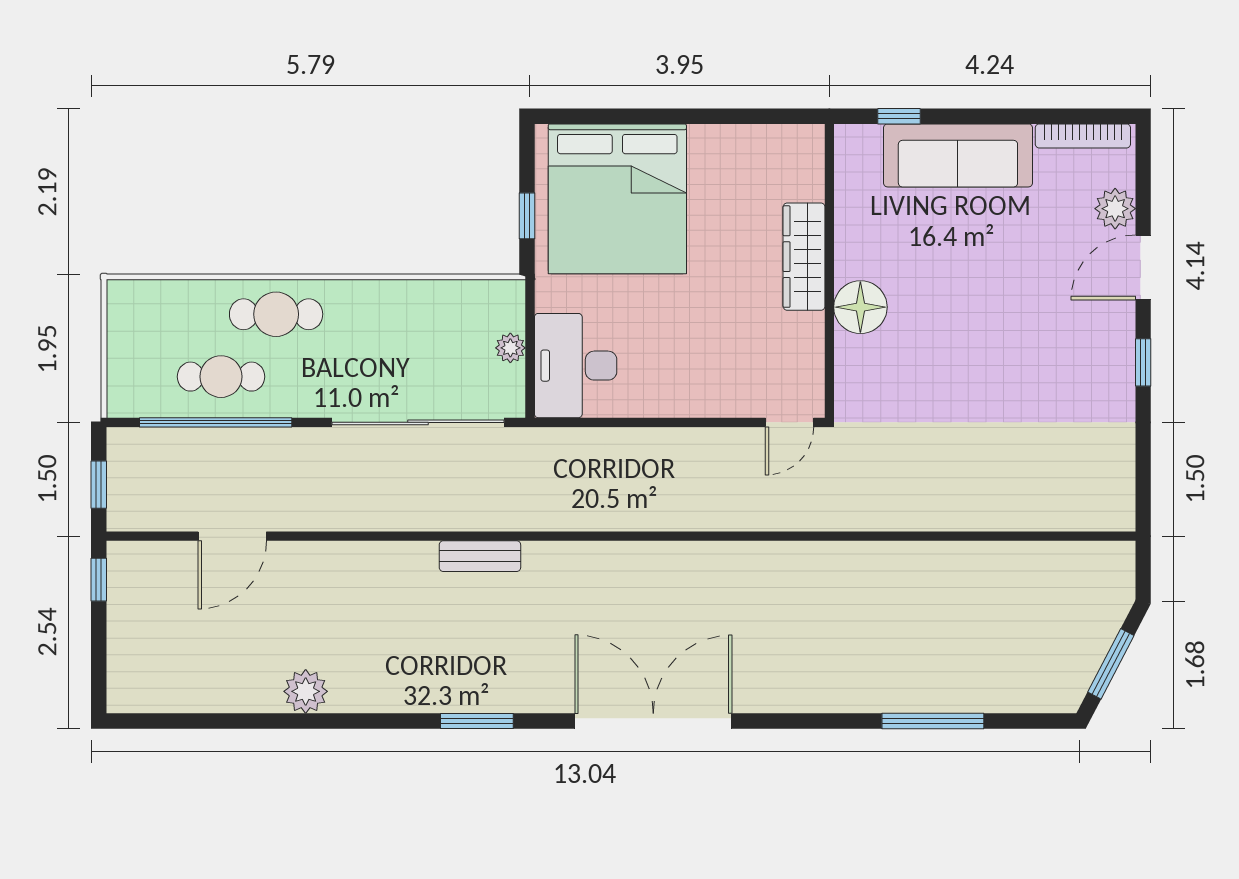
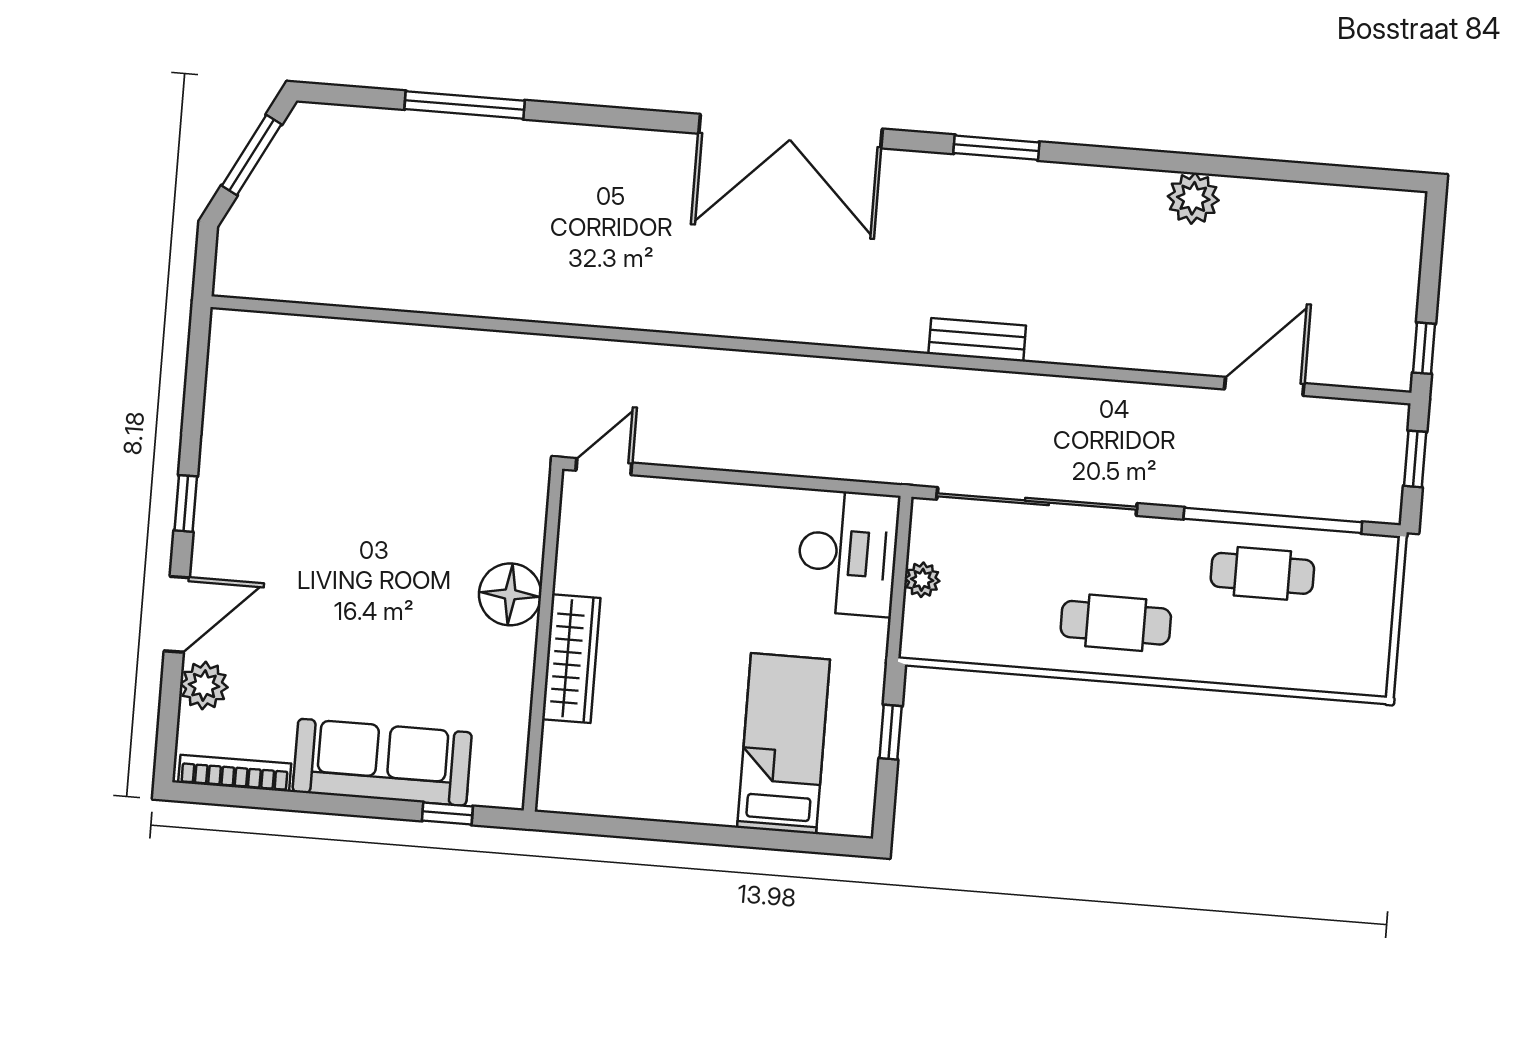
bed: (617, 199) -> (784, 744), width x0.49
cafe table: (276, 314) -> (1116, 623), moved

